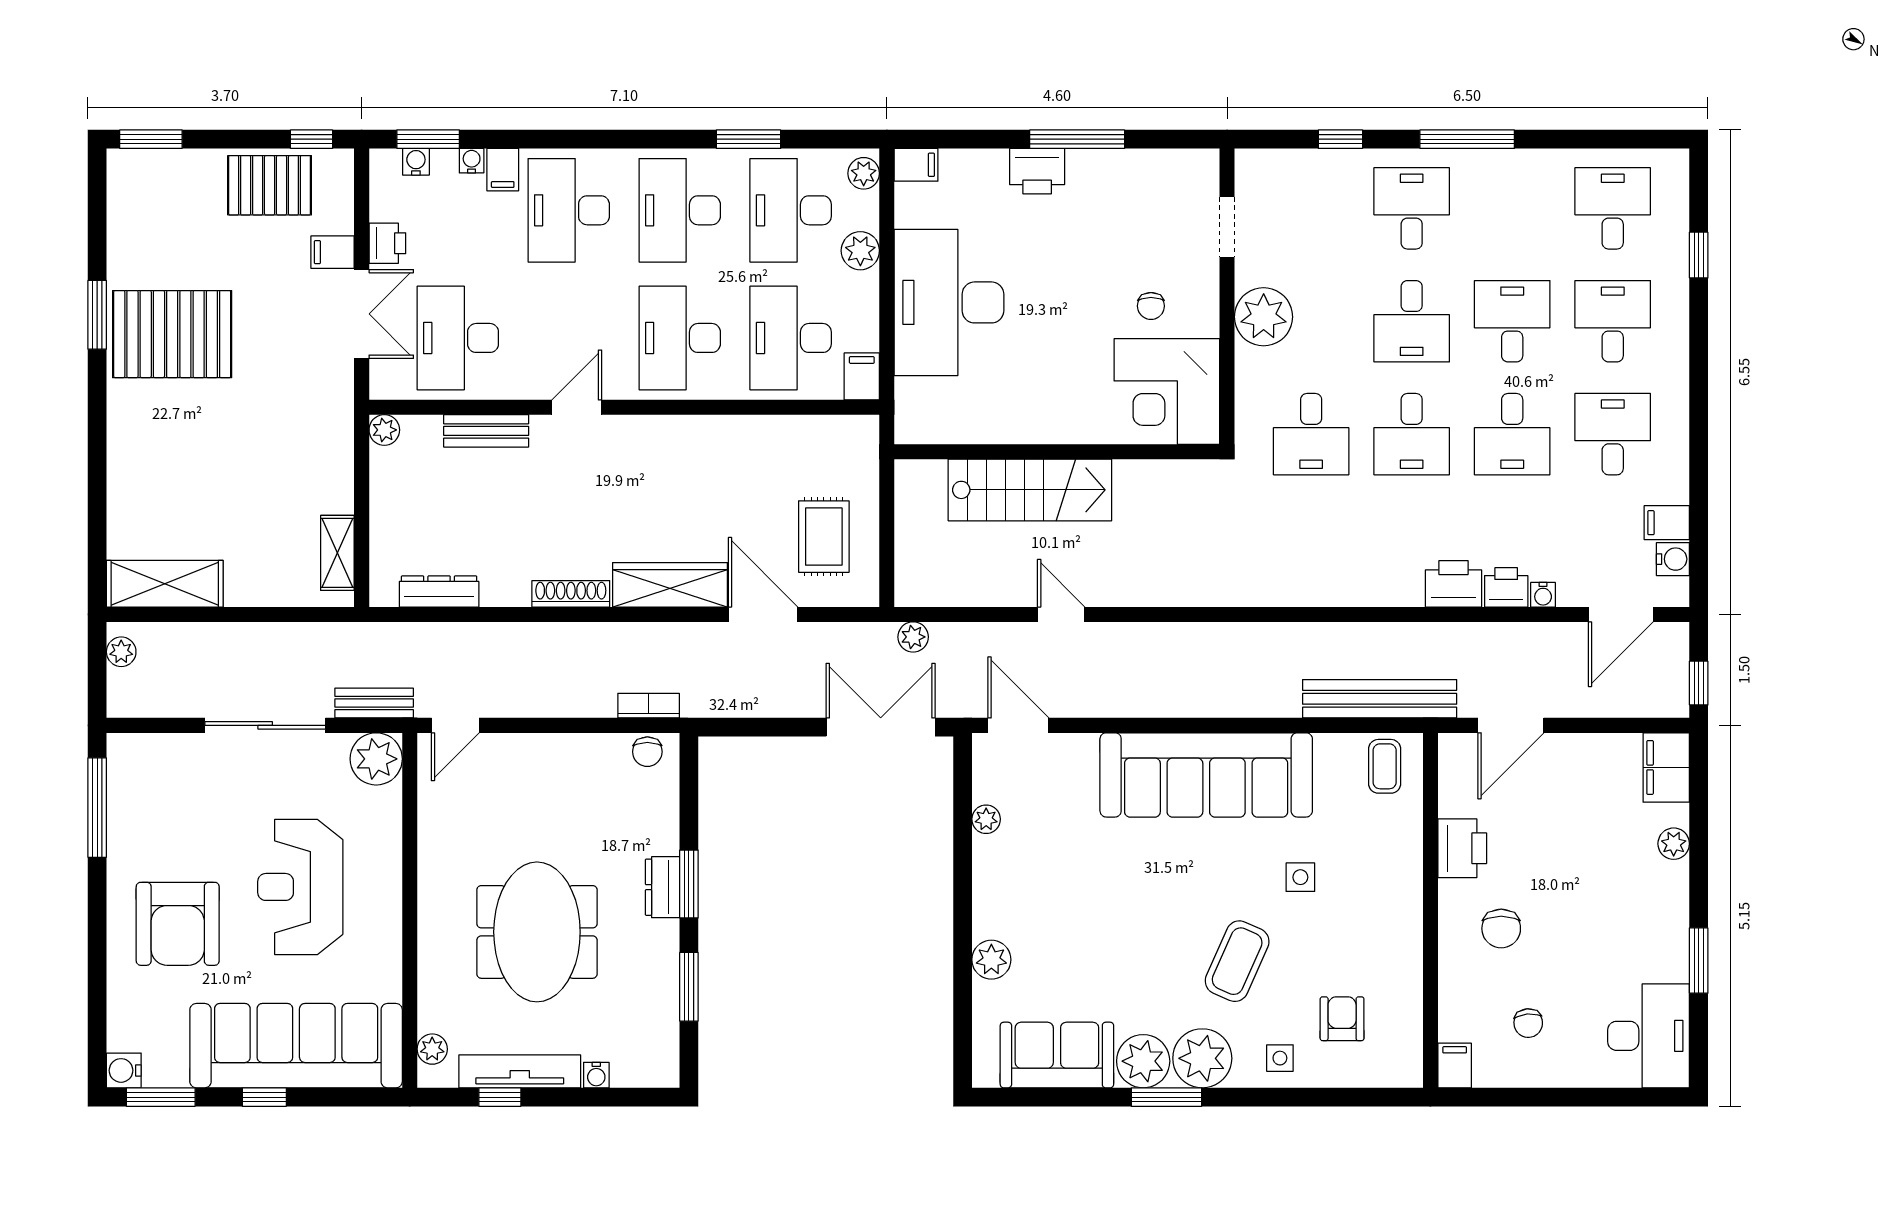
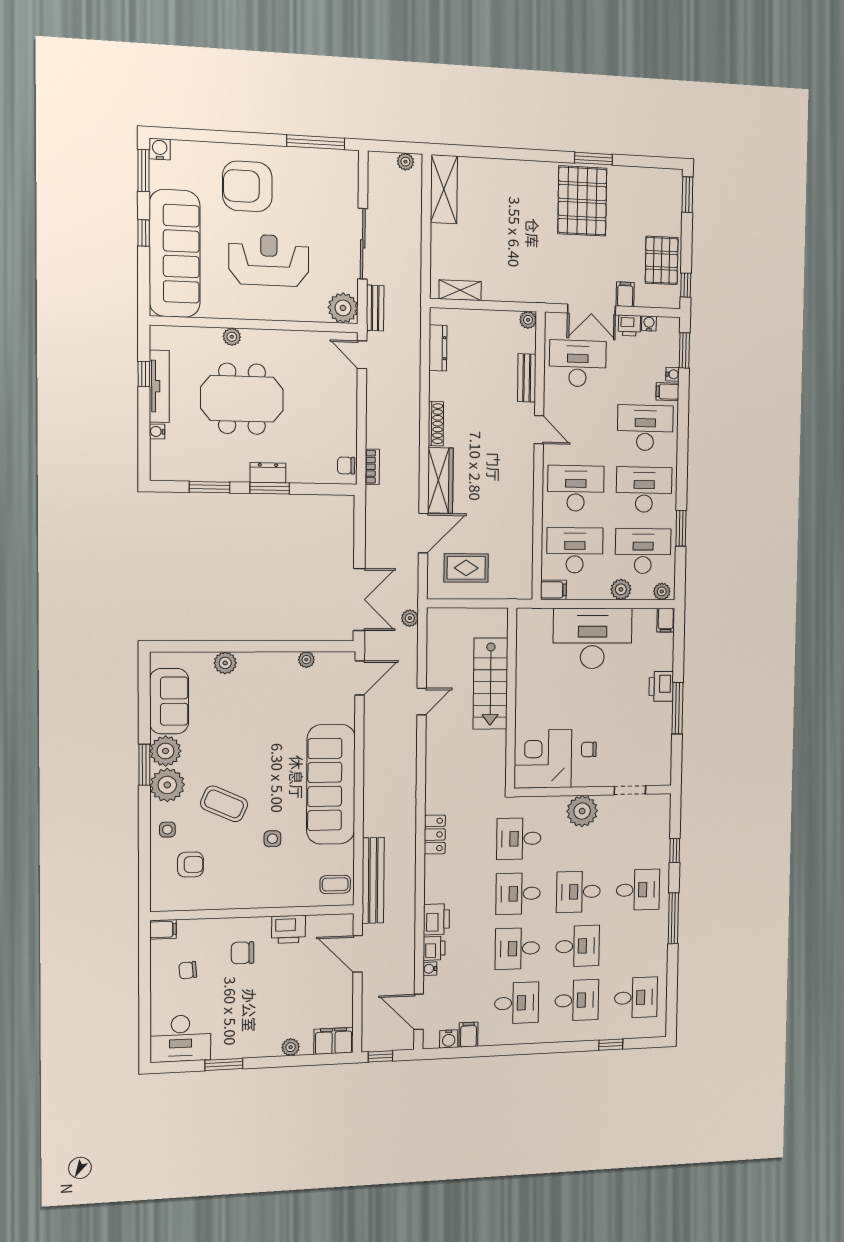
water cooler: (416, 162) -> (649, 323), moved, turned -90
locker: (1300, 588) -> (435, 835), added
plant: (432, 1049) -> (232, 337), moved

